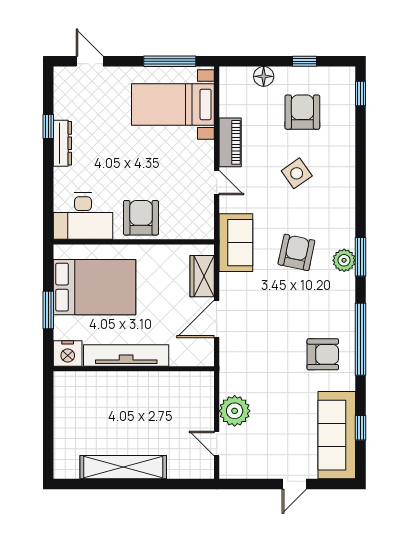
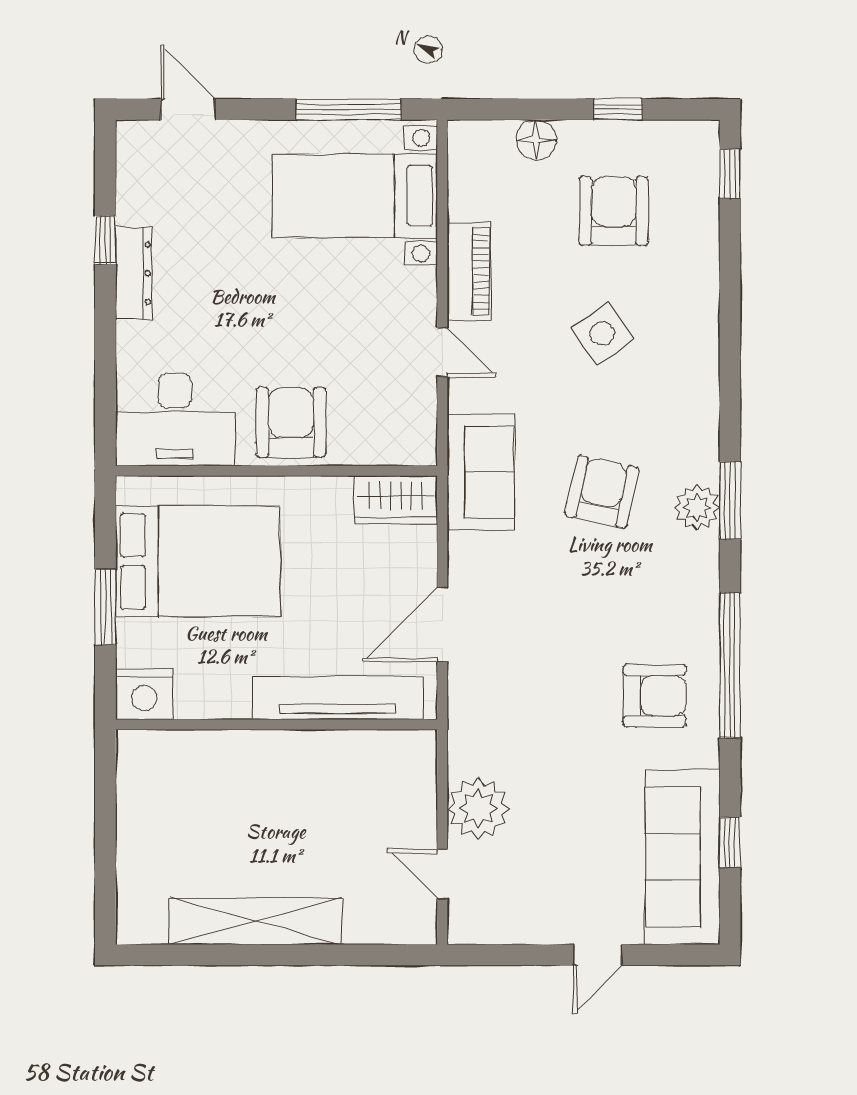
wardrobe: (202, 276) -> (396, 500), moved, turned -90
tv unit: (126, 355) -> (338, 698), moved

